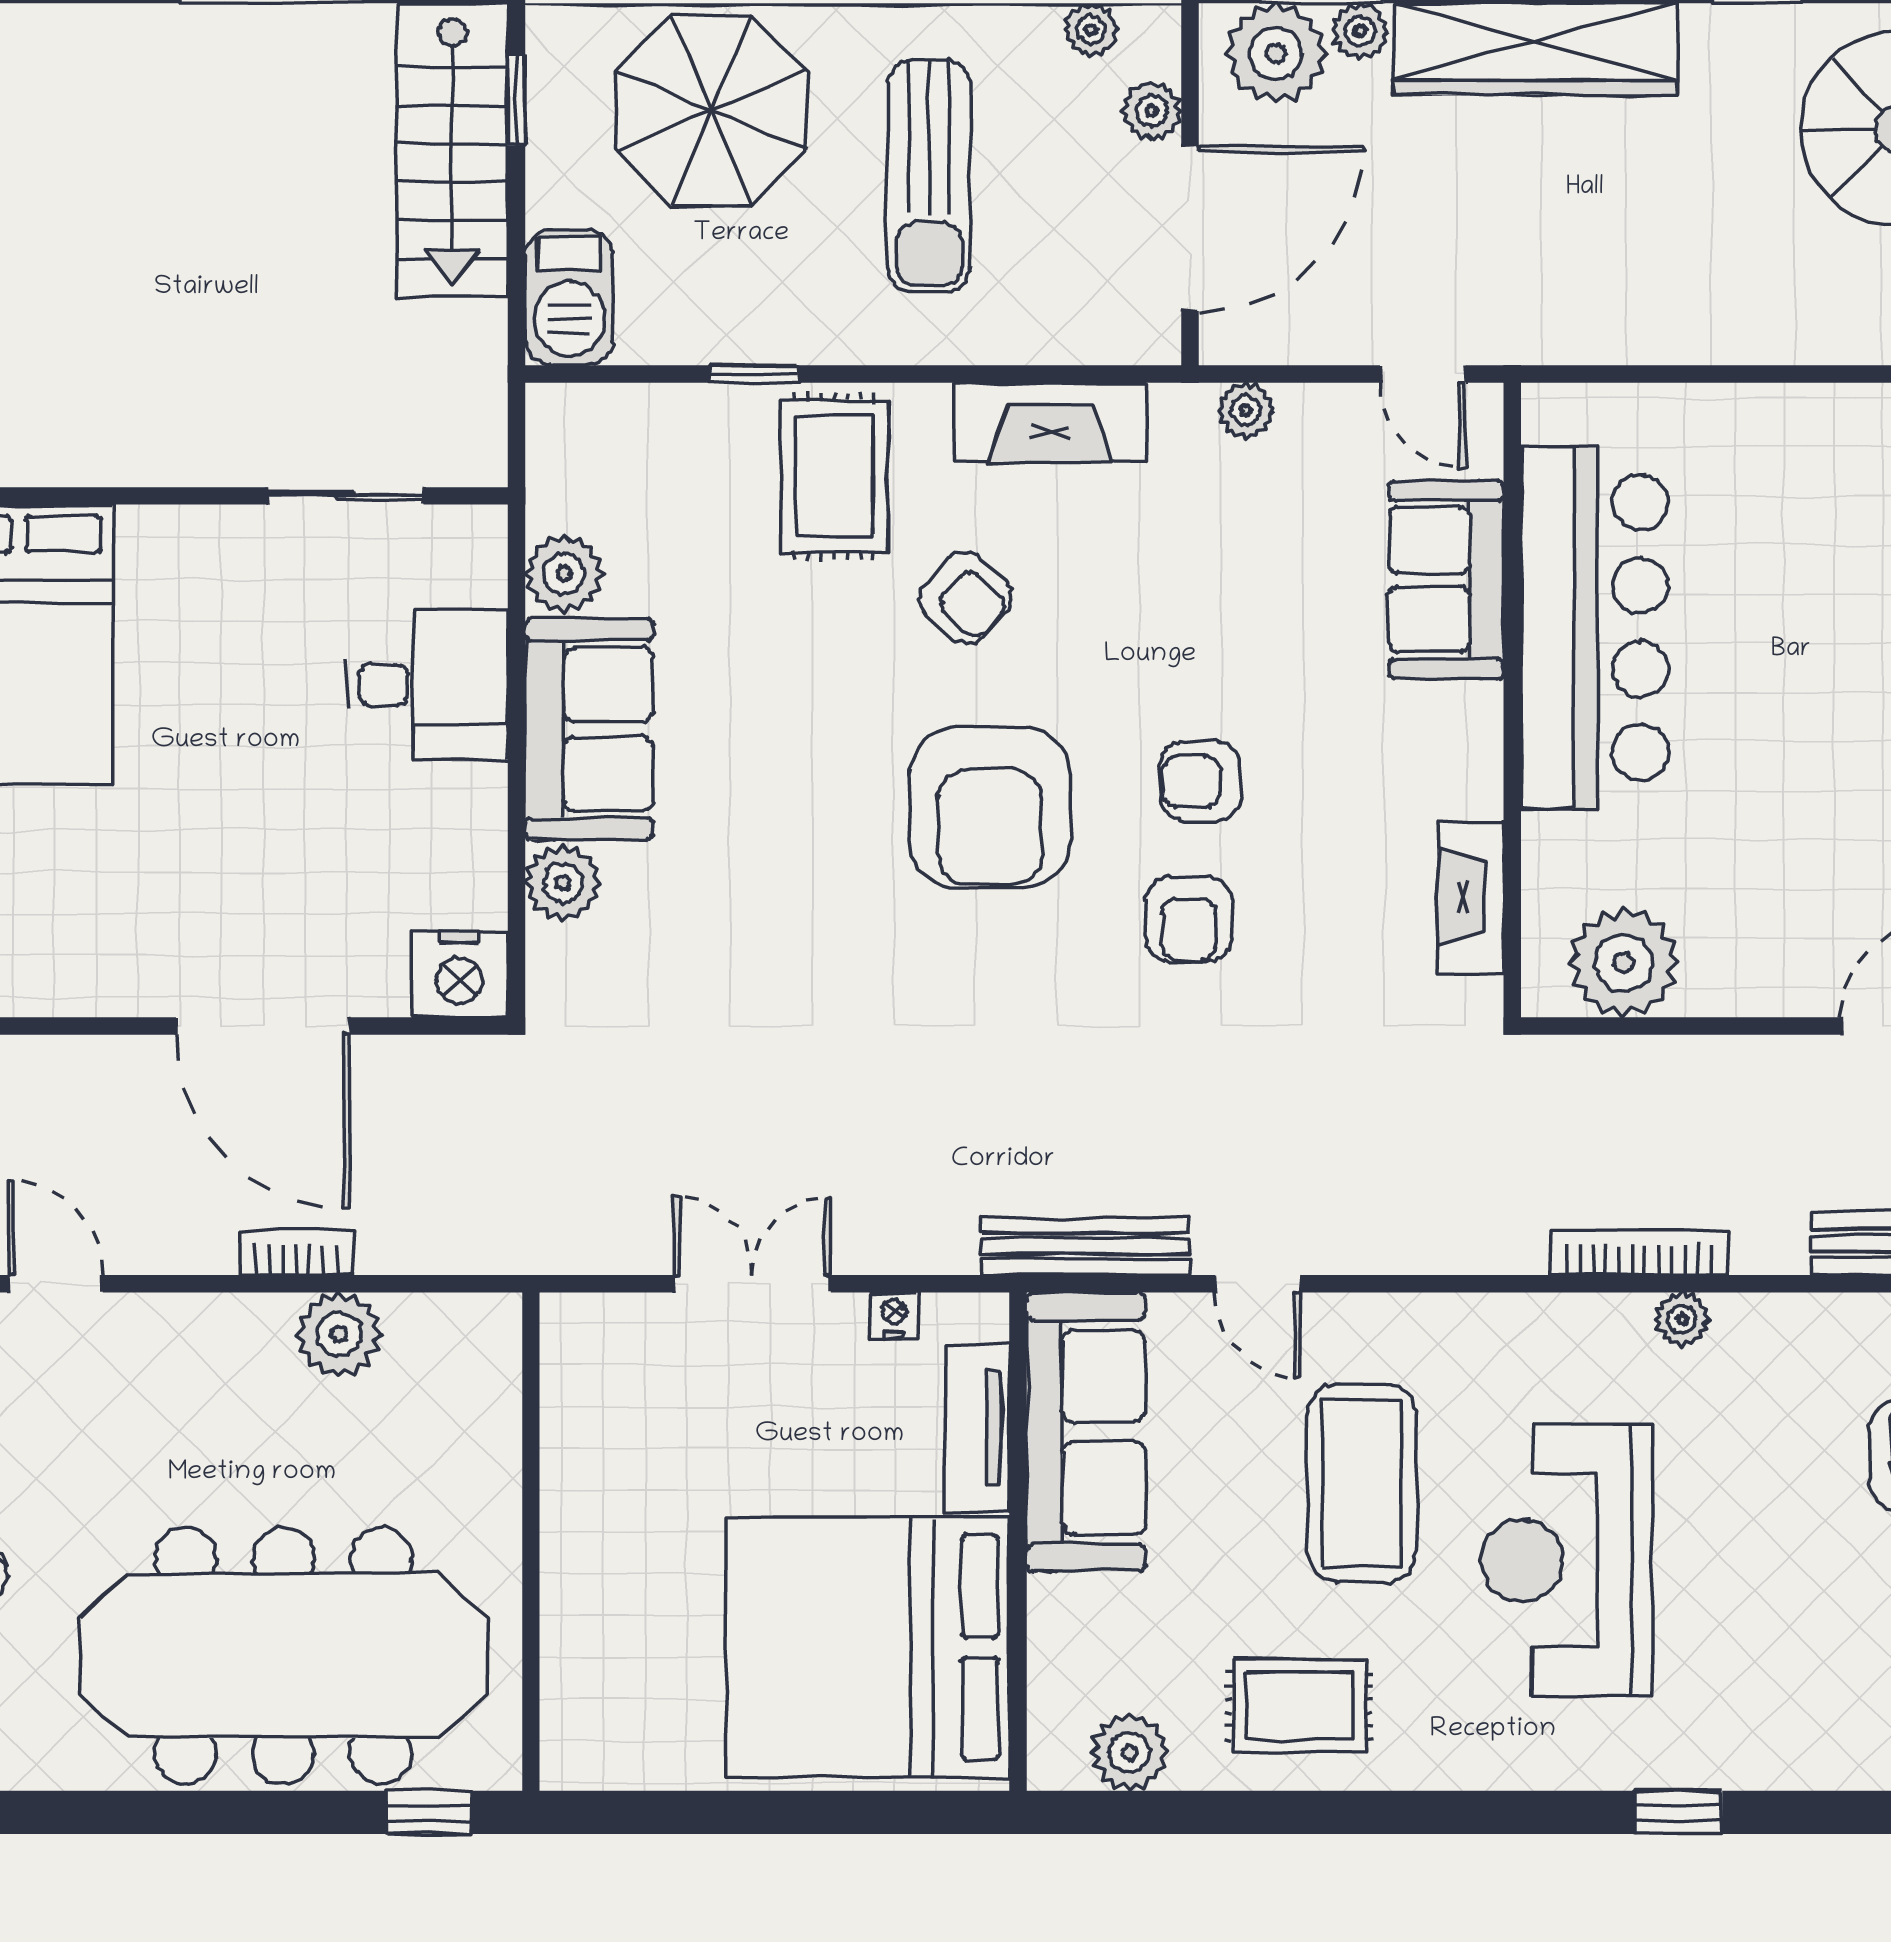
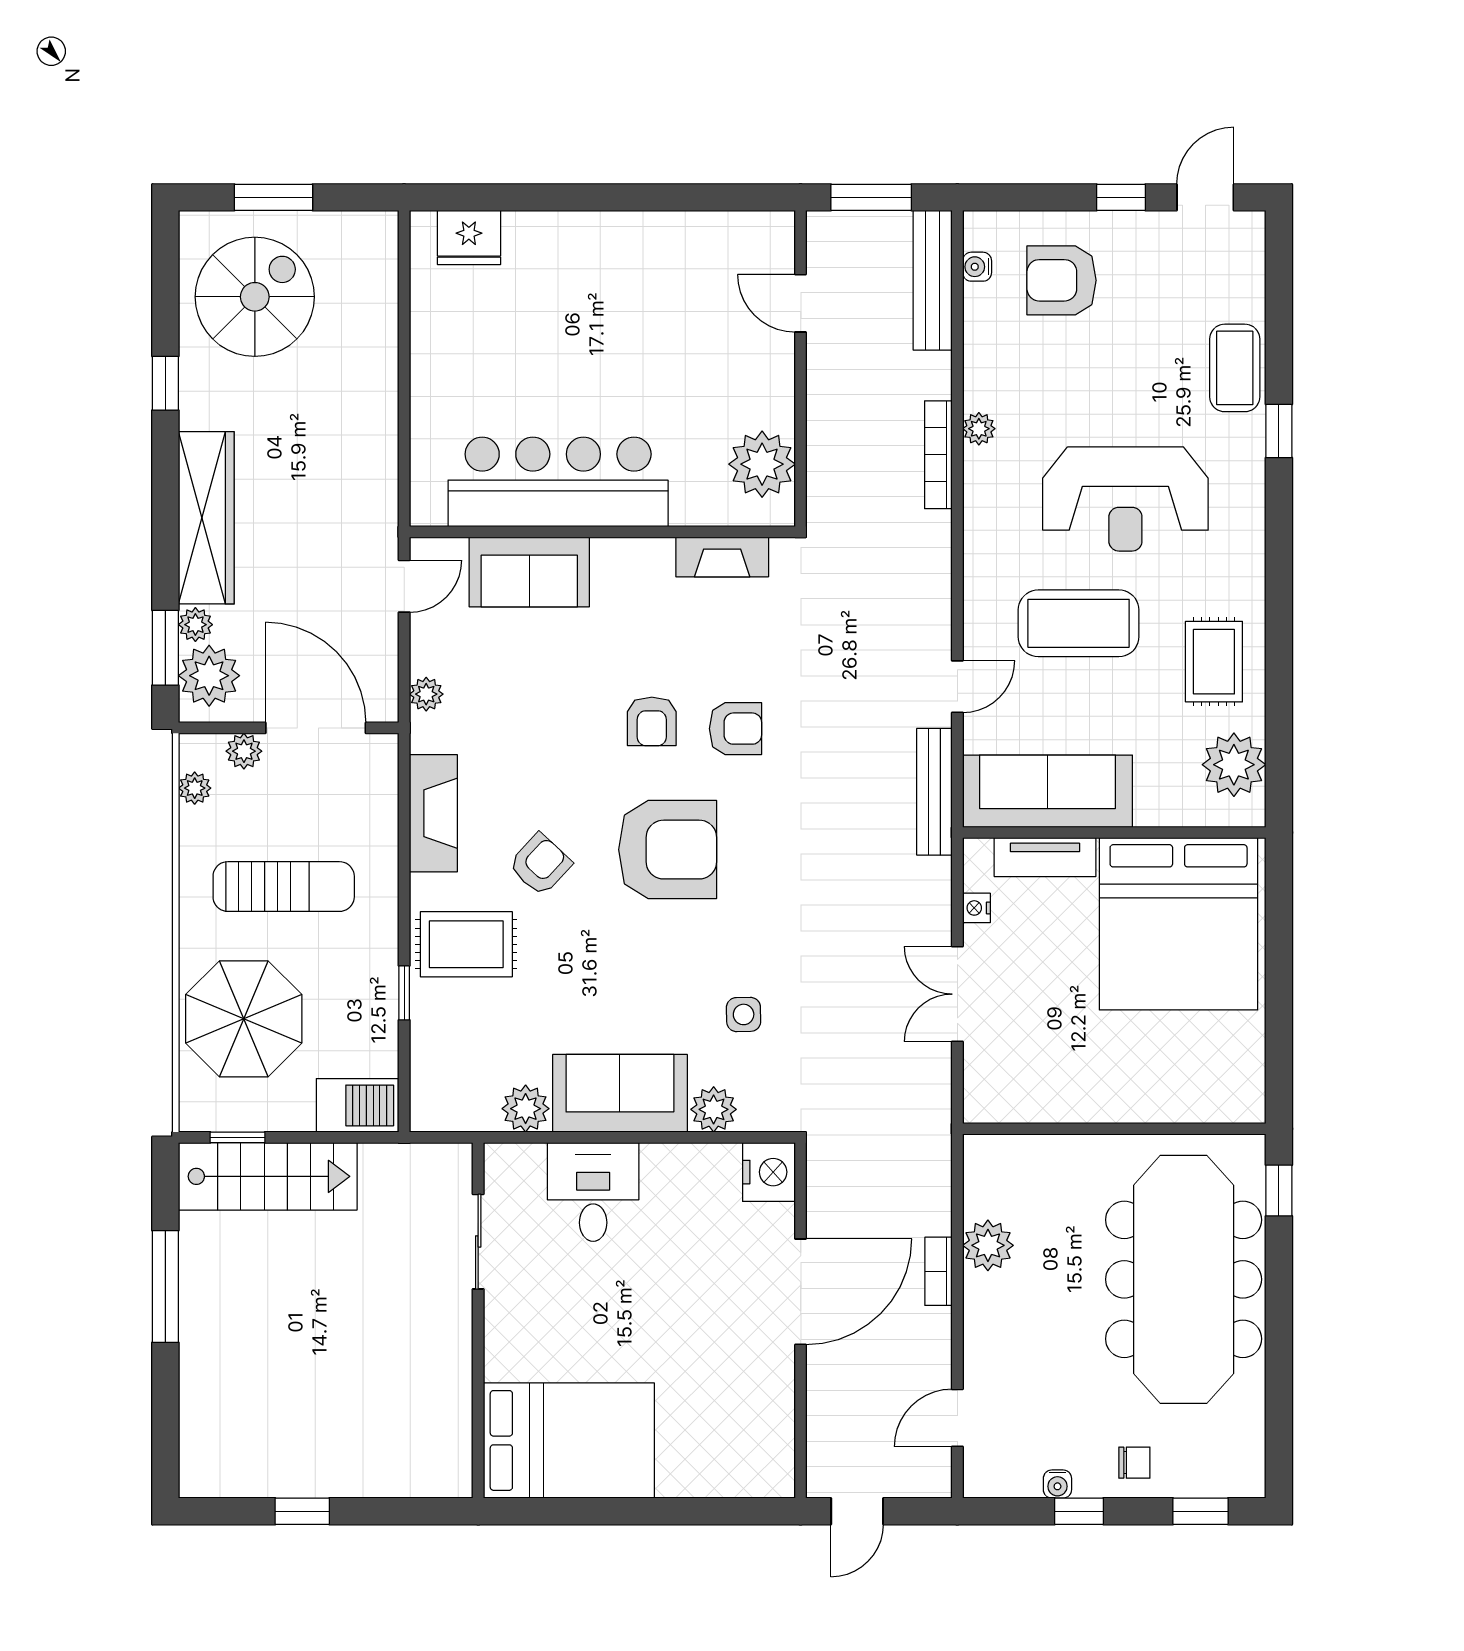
side table: (719, 932) -> (744, 1014), added
coffee table: (1782, 1740) -> (1235, 368), added
plant: (1130, 1753) -> (1234, 765), width x1.36, depth x1.36

